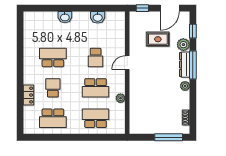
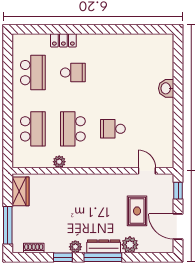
washbasin: (98, 17) -> (166, 132), removed
window: (193, 31) -> (63, 257), moved
school desk: (53, 57) -> (113, 73), removed
door: (127, 63) -> (147, 171), moved
school desk: (53, 118) -> (33, 73), turned 180
wardrobe: (143, 128) -> (20, 191), added

